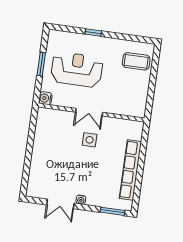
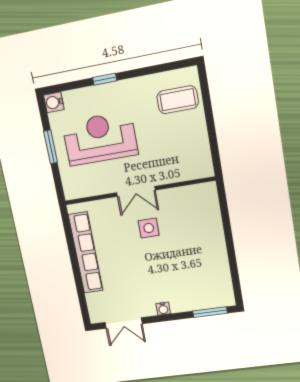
water cooler: (45, 98) -> (54, 102), moved
row of seats: (130, 170) -> (86, 253), moved, turned 180
double door: (60, 204) -> (123, 323), moved

